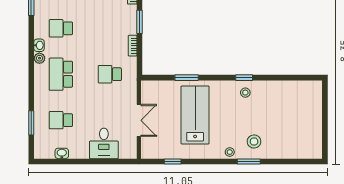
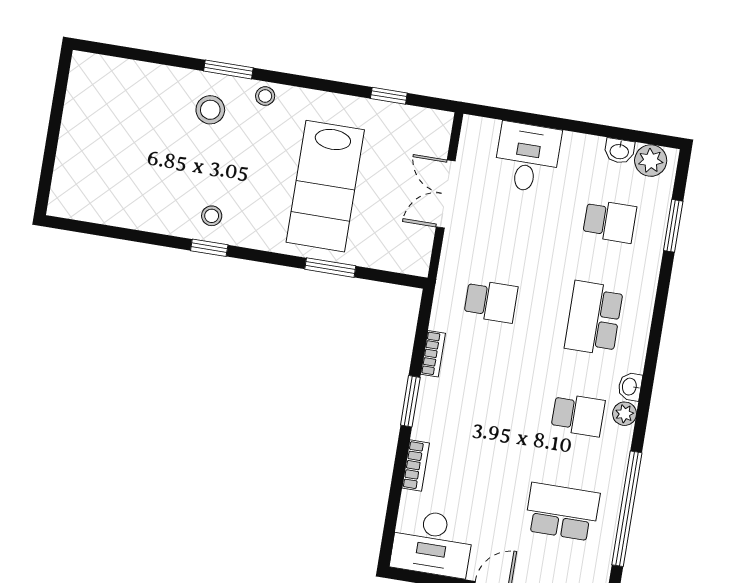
plant: (39, 58) -> (625, 414), moved
school desk: (61, 74) -> (594, 318), turned 180
plant: (47, 151) -> (651, 161), added

